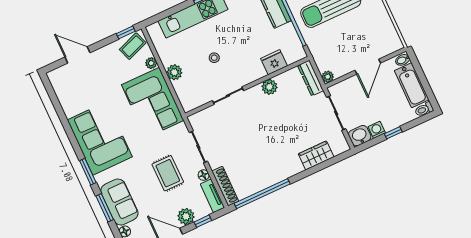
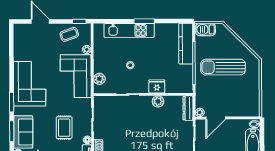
coffee table: (133, 46) -> (69, 34), moved
fridge: (274, 62) -> (157, 86), moved
door: (368, 67) -> (216, 118), moved
plant: (174, 72) -> (99, 79), moved

